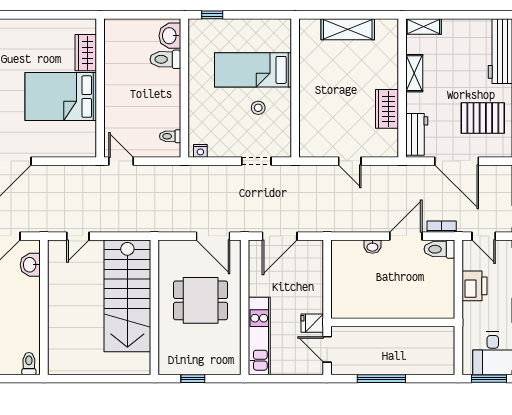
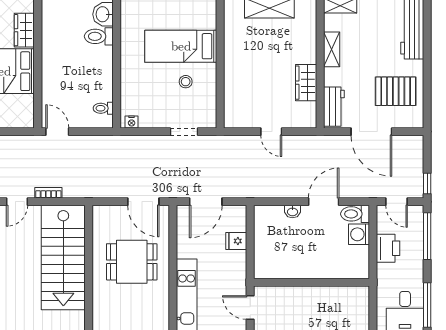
bookcase: (442, 227) -> (48, 193), moved
washing machine: (444, 271) -> (359, 234), added
fridge: (312, 323) -> (236, 241), moved

